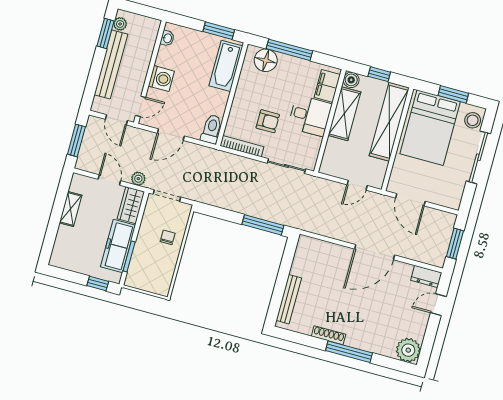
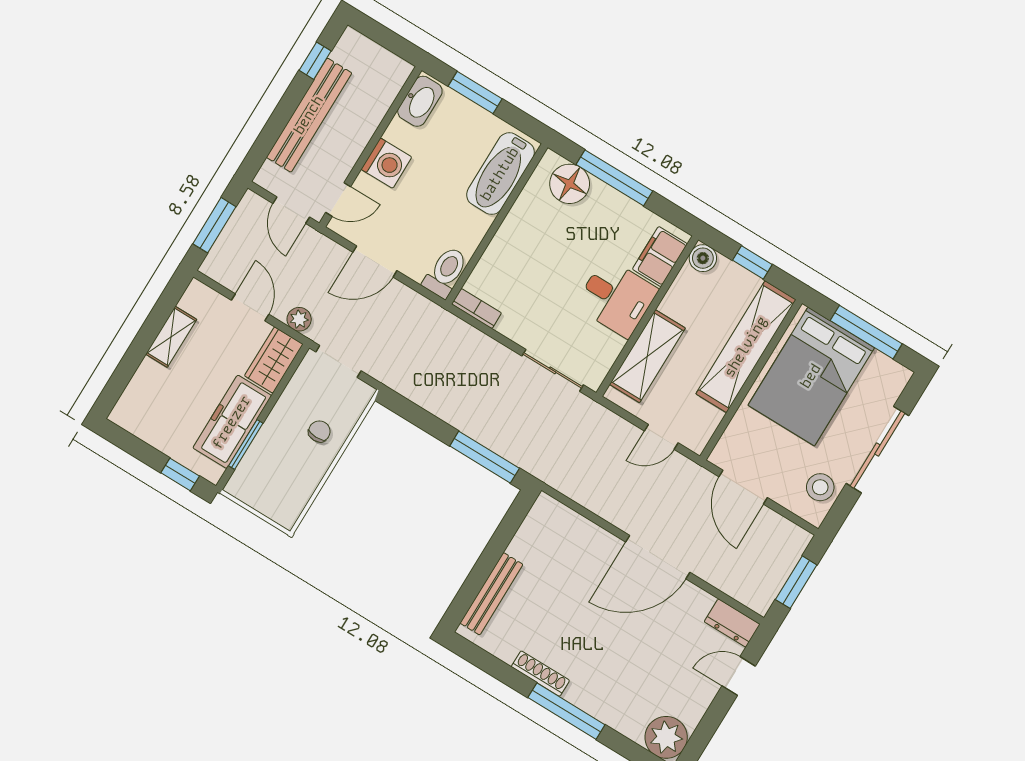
plant: (120, 24) -> (344, 52), removed
window: (219, 31) -> (475, 92), moved
window: (105, 34) -> (315, 61), width x0.67
washbasin: (167, 38) -> (420, 101), width x1.91, depth x1.45
window: (453, 94) -> (866, 332), width x1.44
shelving: (344, 114) -> (647, 356), moved
stool: (473, 120) -> (820, 487), moved
armchair: (268, 121) -> (543, 286), removed
bookcase: (242, 146) -> (477, 309), width x0.64

